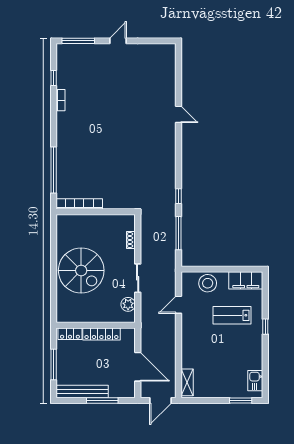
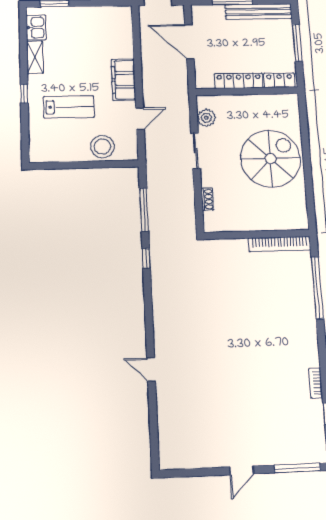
spiral stairs: (81, 270) -> (271, 159), turned 90
filing cabinet: (246, 280) -> (124, 80), moved, turned -90
shelving: (187, 382) -> (35, 57), moved

